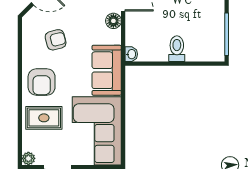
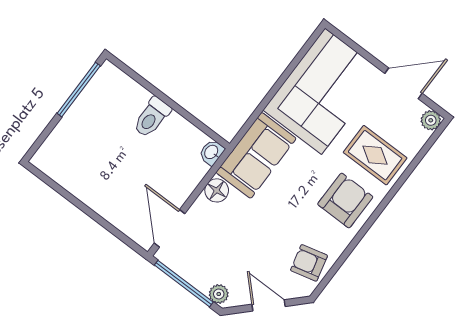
floor lamp: (113, 21) -> (217, 190), moved
armchair: (56, 40) -> (309, 263), moved

